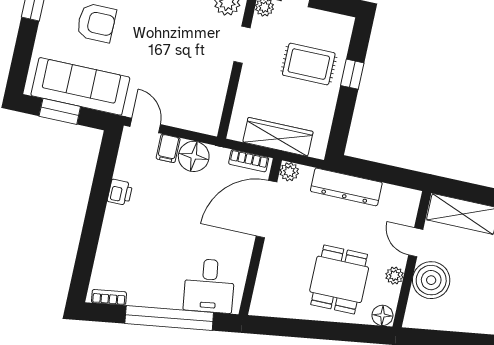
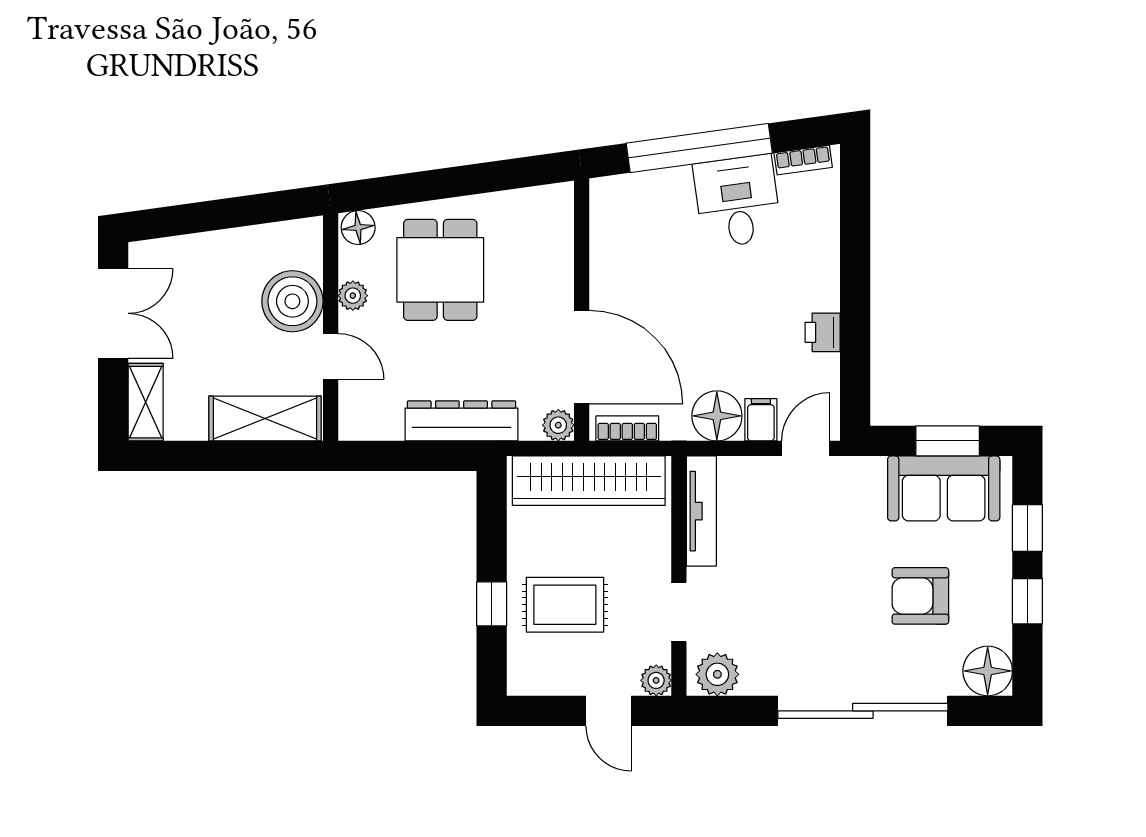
window: (24, 49) -> (1027, 528), added
sofa: (80, 86) -> (944, 488), width x0.73
tv unit: (215, 102) -> (701, 511), added
door: (145, 125) -> (806, 448), swing flipped
wardrobe: (278, 137) -> (589, 481), width x1.40, depth x1.17
door: (267, 209) -> (582, 357), hinge flipped
desk: (209, 286) -> (737, 201), moved

